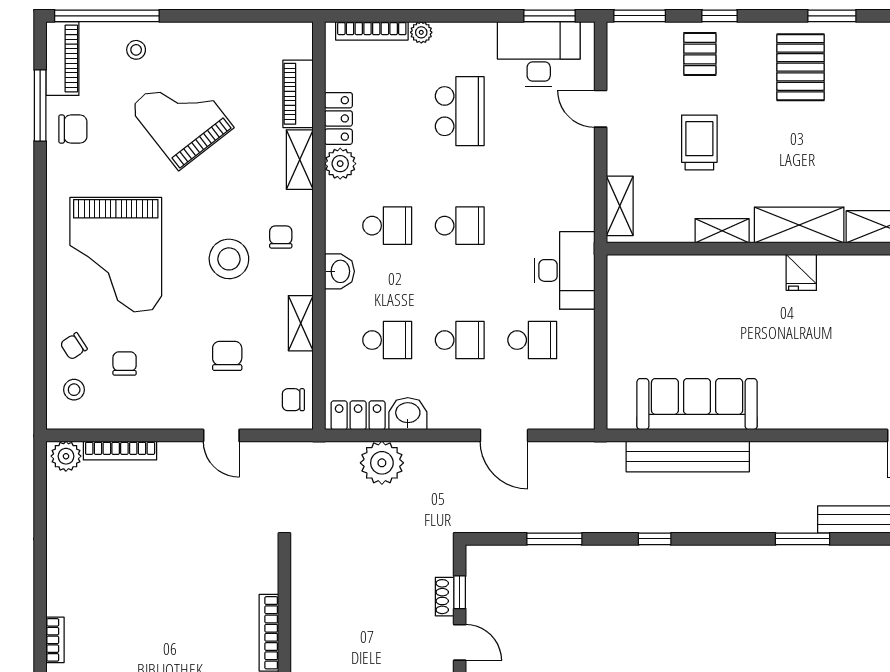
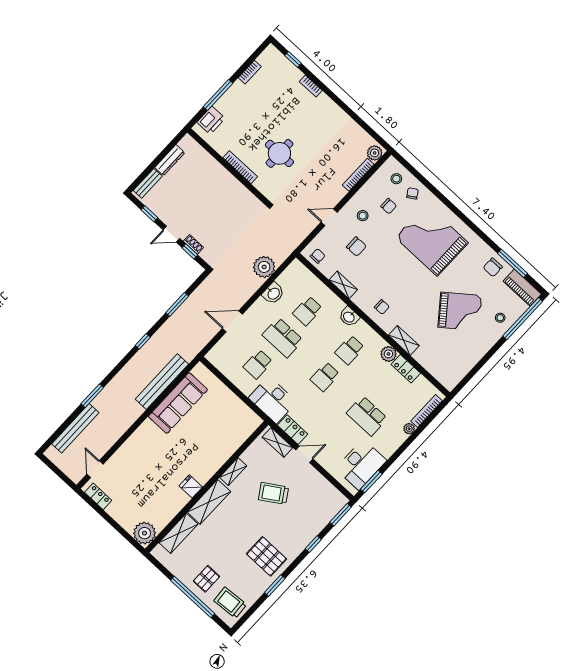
pallet: (700, 54) -> (306, 524), removed
piano: (298, 94) -> (429, 362), removed
door: (601, 109) -> (304, 454), moved
trolley: (699, 143) -> (273, 493), turned 147
stool: (229, 259) -> (363, 216), moved, width x0.53, depth x0.53
school desk: (460, 340) -> (283, 338), width x1.85
locker: (358, 415) -> (293, 430), moved, turned -90
round table: (196, 594) -> (279, 153), added

